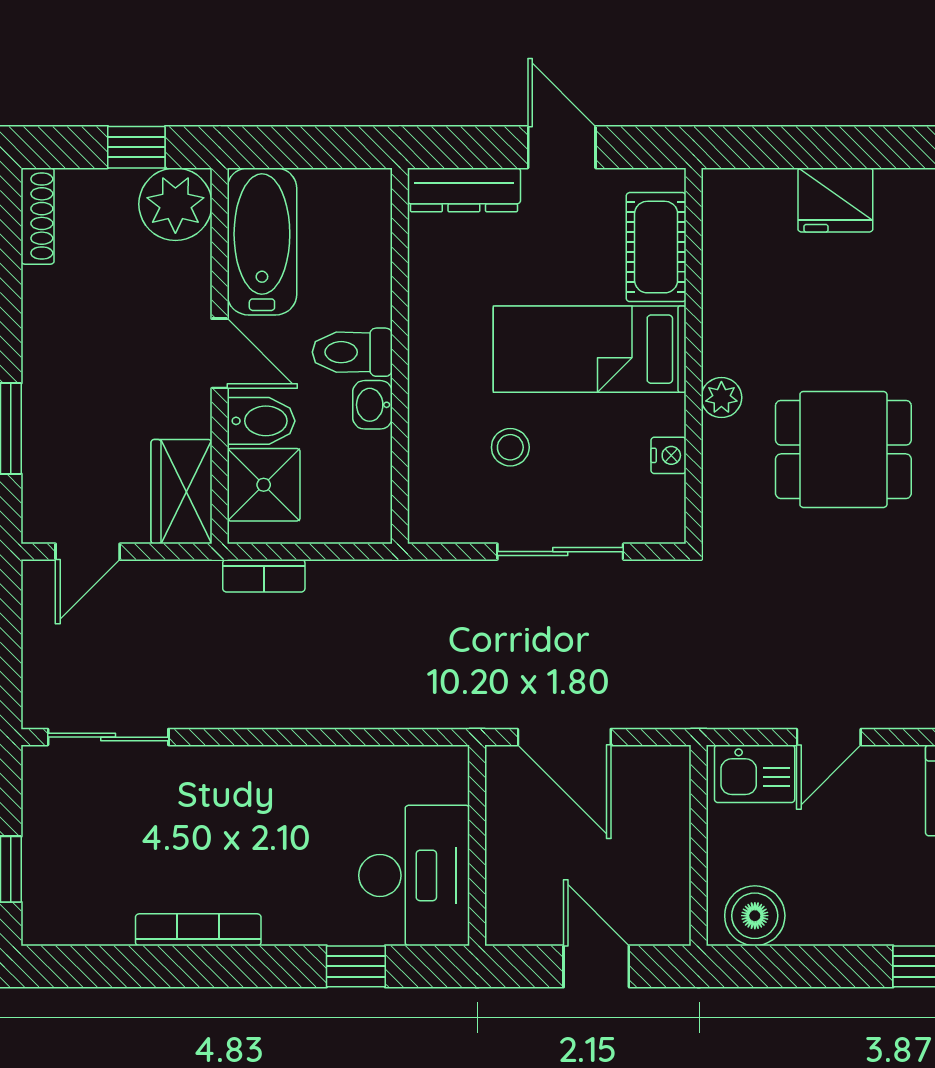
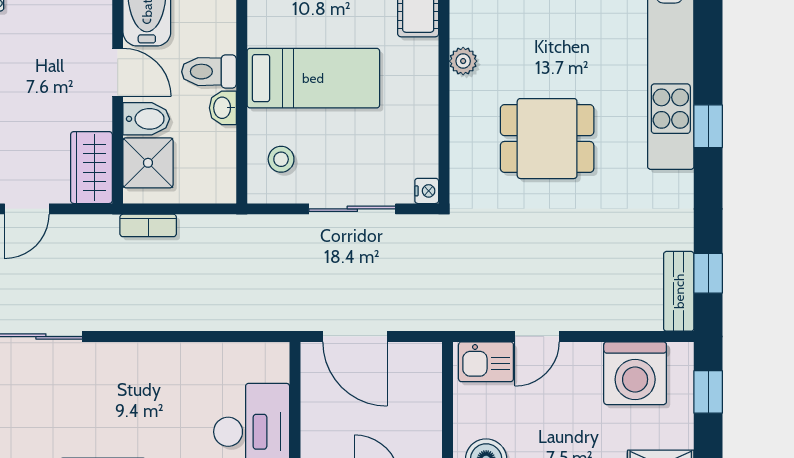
bed: (590, 349) -> (313, 78), moved, turned 180
plant: (721, 398) -> (463, 61), moved
stool: (510, 447) -> (281, 159), moved
nightstand: (668, 455) -> (427, 191), moved

